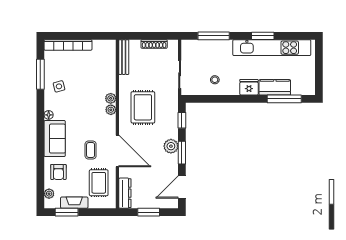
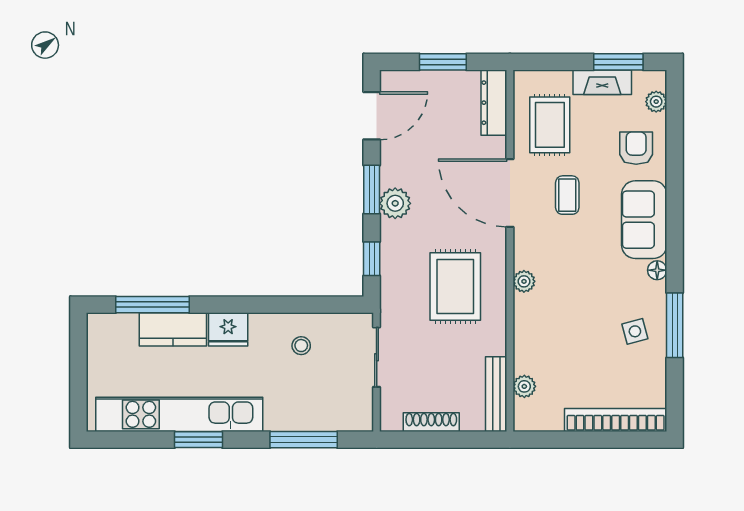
window: (40, 74) -> (675, 325), moved
plant: (111, 98) -> (524, 386), moved

